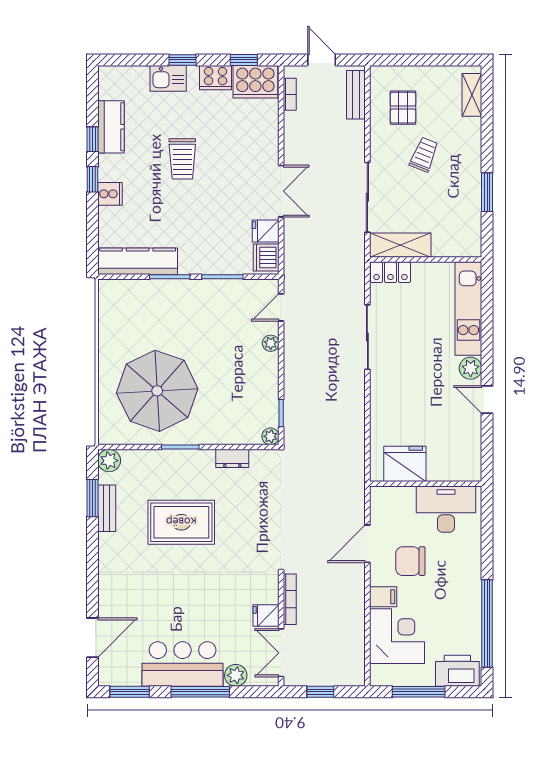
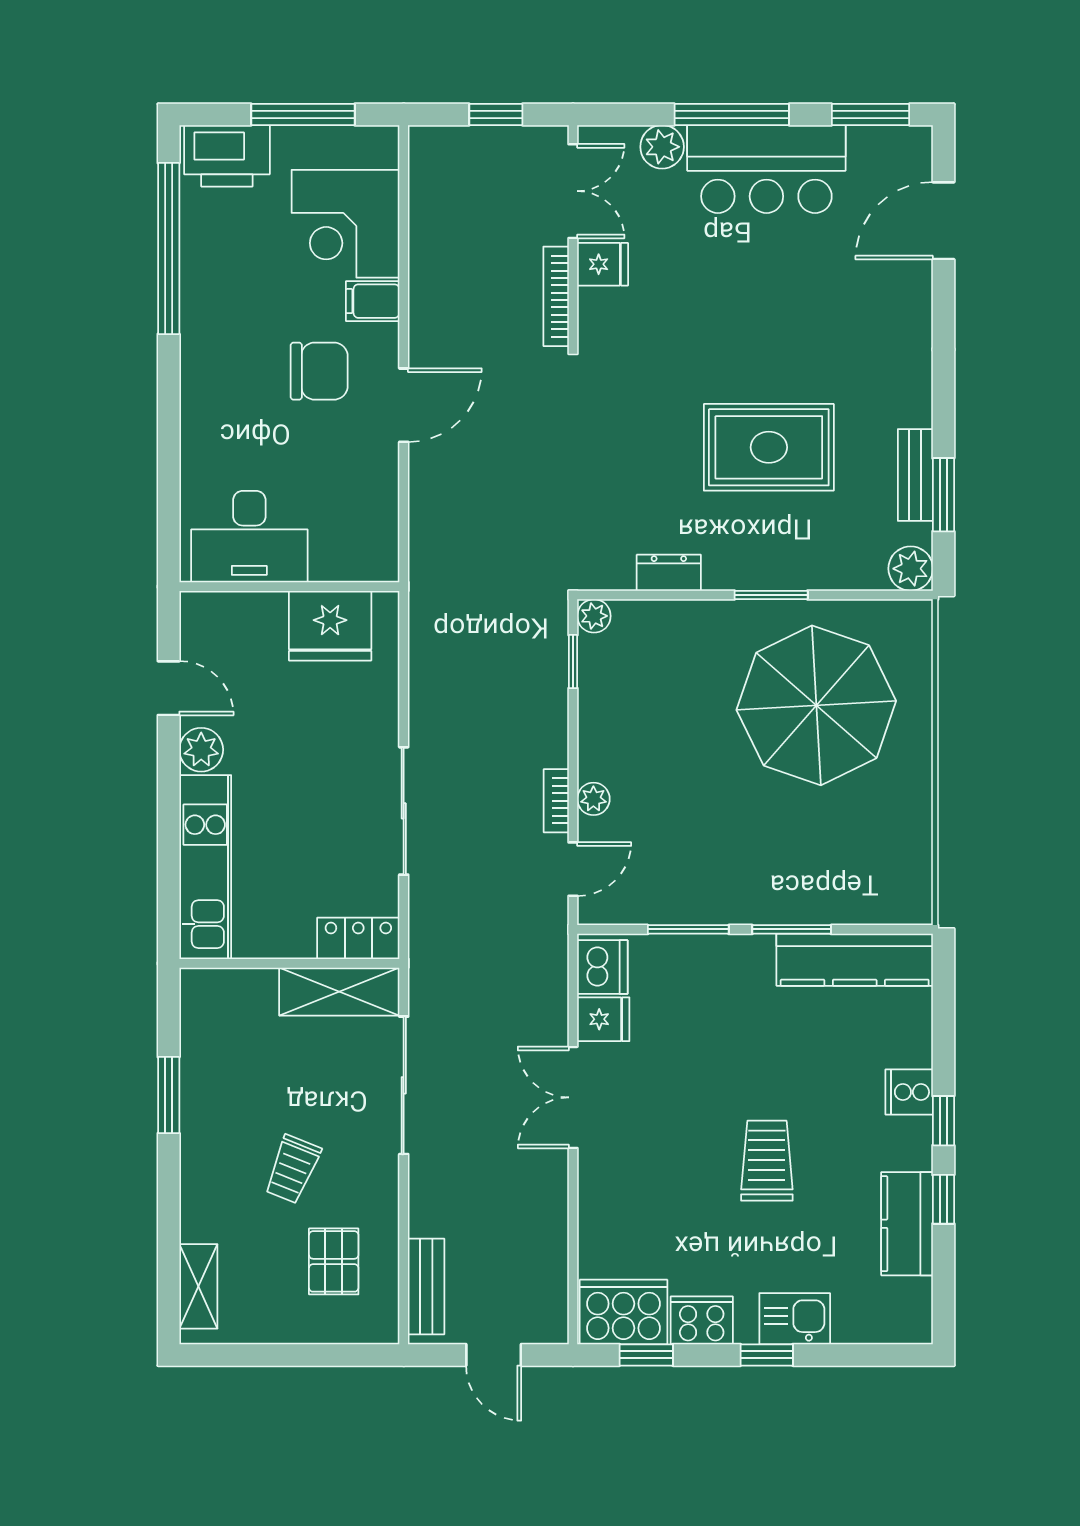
bookcase: (290, 94) -> (556, 801), moved
fridge: (405, 464) -> (330, 626), moved
wall: (426, 484) -> (289, 587), moved
desk: (446, 509) -> (249, 537), moved

